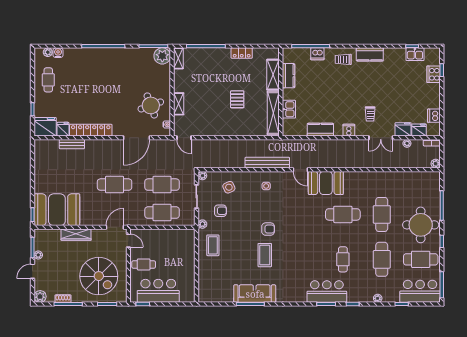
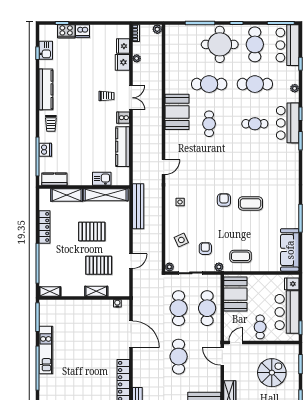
locker: (242, 53) -> (44, 227), width x1.53
kitchen unit: (121, 54) -> (46, 350), added
kitchen counter: (370, 54) -> (46, 89), width x1.50
plant: (162, 56) -> (47, 308), removed
kitchen counter: (289, 76) -> (54, 179), moved
pallet: (237, 99) -> (92, 231), width x1.50, depth x1.42
round table: (151, 105) -> (98, 320), removed
pallet: (204, 106) -> (99, 265), added
dishwasher: (434, 116) -> (82, 31), moved
kitchen counter: (320, 130) -> (123, 147), width x1.50
door: (184, 138) -> (131, 261), moved
double door: (381, 138) -> (131, 98), moved
bench: (267, 163) -> (138, 206), moved
booth: (326, 183) -> (177, 112), moved
cafe table: (343, 214) -> (209, 124), width x0.73, depth x0.74
booth: (176, 240) -> (235, 294), added
spiral stairs: (99, 276) -> (272, 373), width x0.73, depth x0.73
bar counter: (327, 292) -> (288, 123), moved
sofa: (255, 294) -> (290, 250), moved
fridge: (186, 296) -> (292, 284), added

